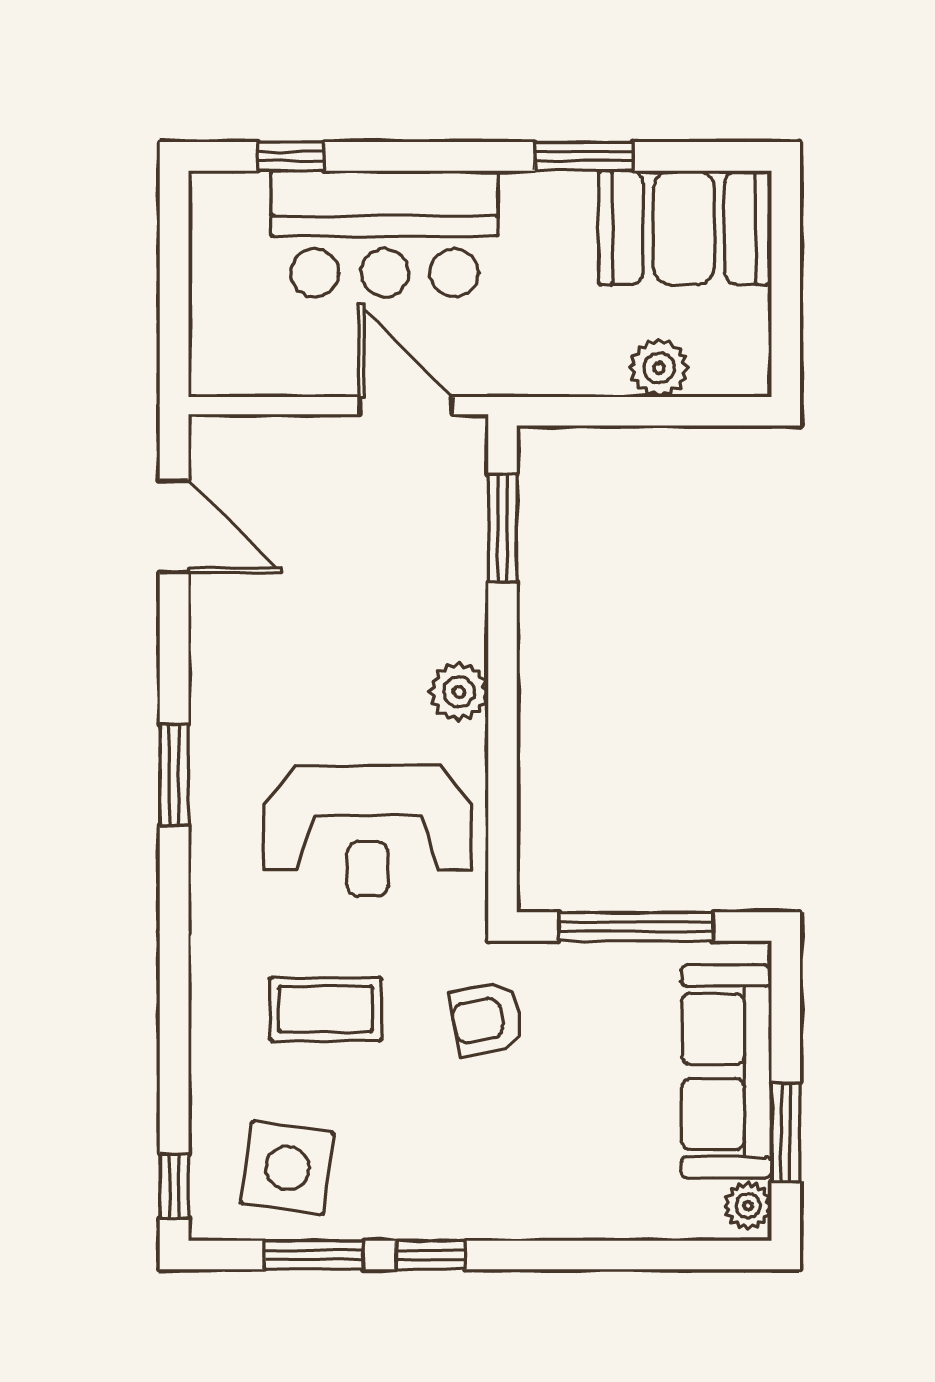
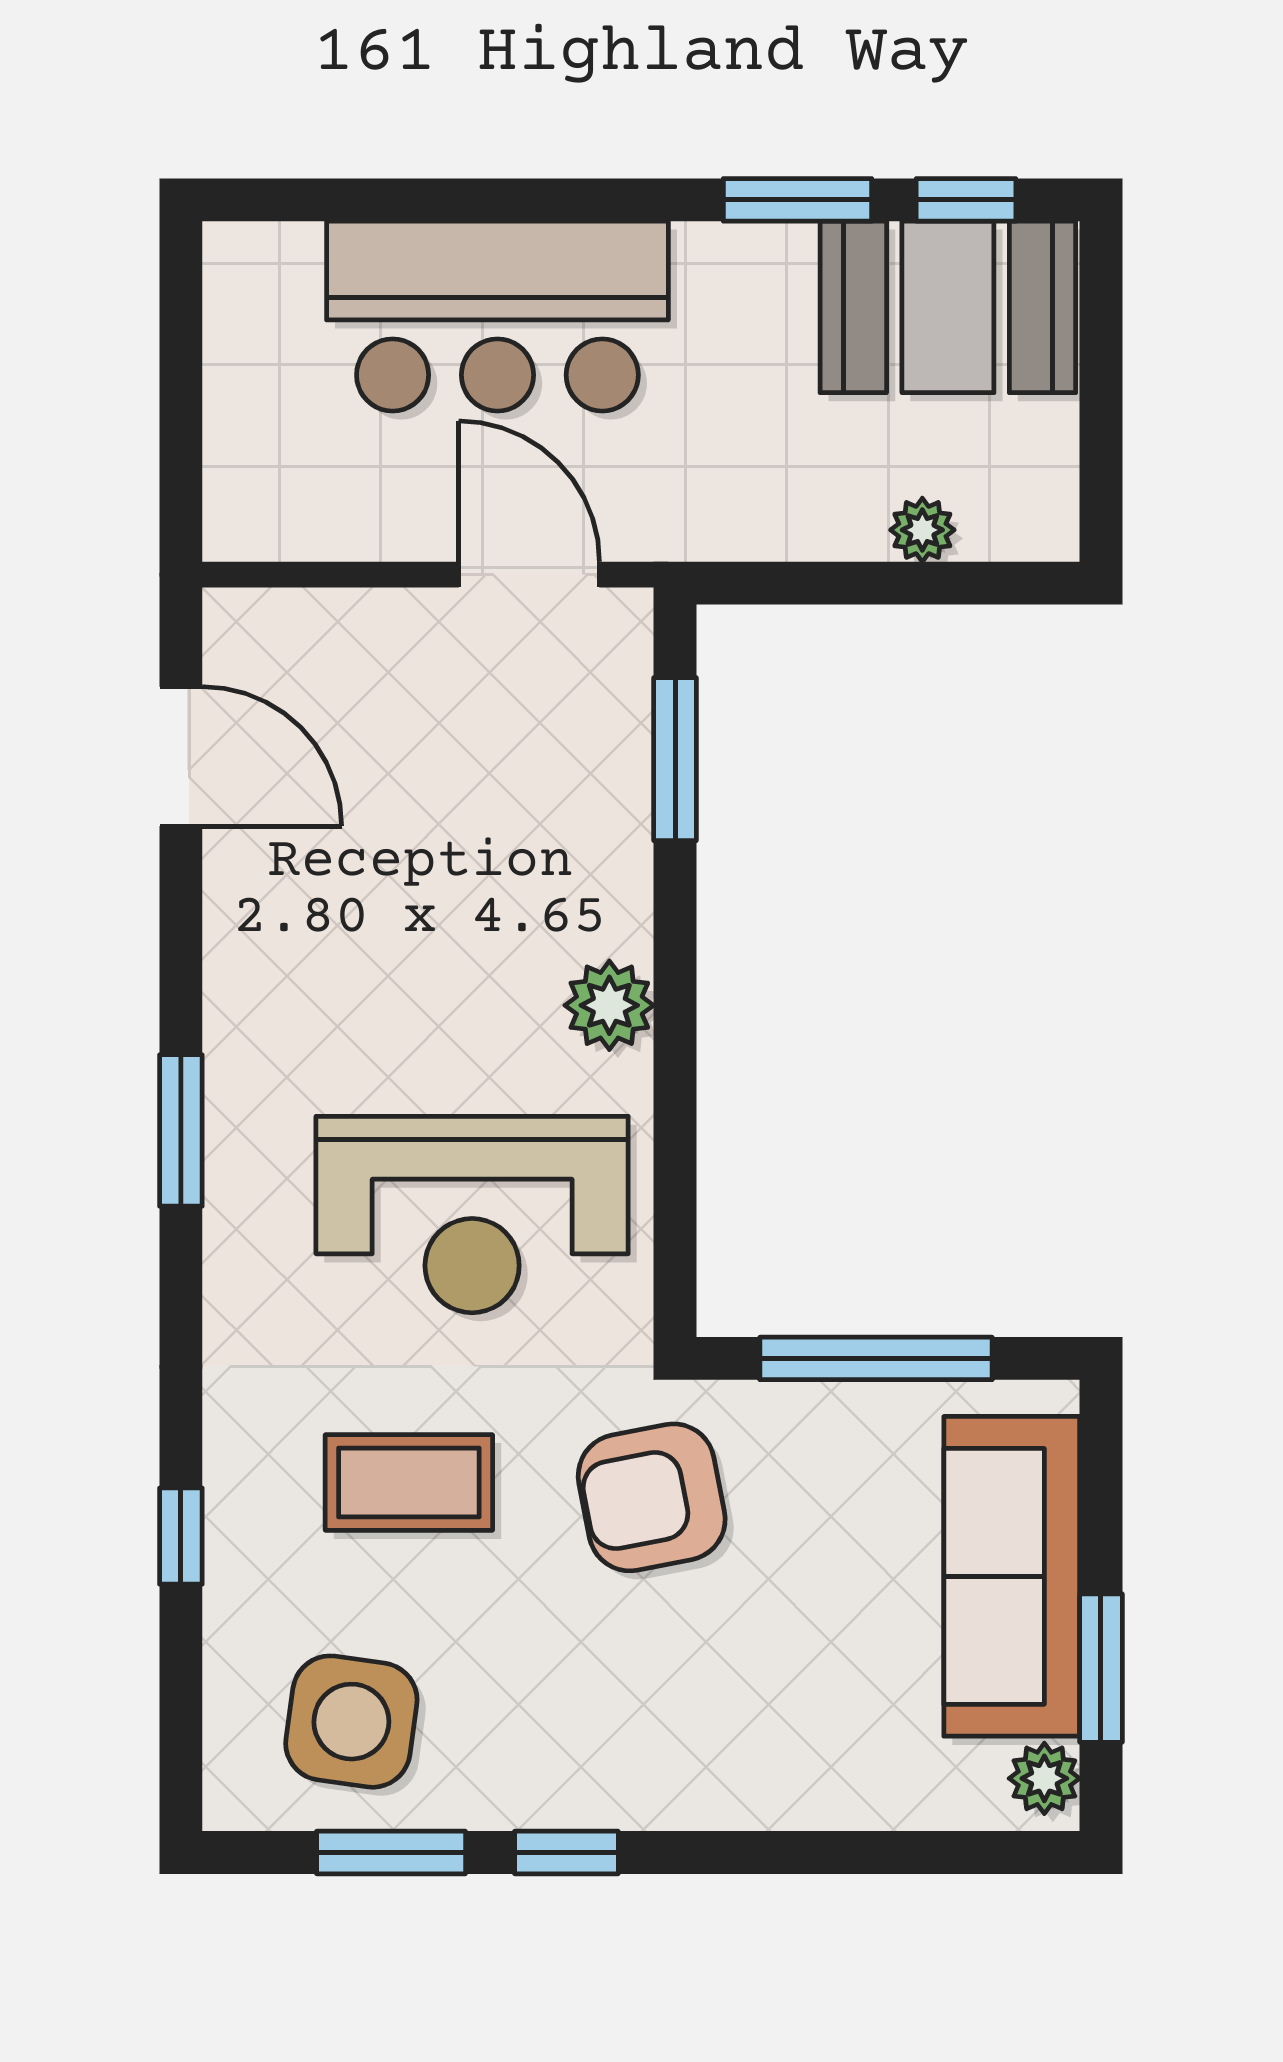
window: (291, 156) -> (966, 200), moved
plant: (659, 368) -> (922, 530), width x0.73, depth x0.73
armchair: (487, 1019) -> (652, 1497), width x1.38, depth x1.38
window: (174, 1186) -> (181, 1536), moved

